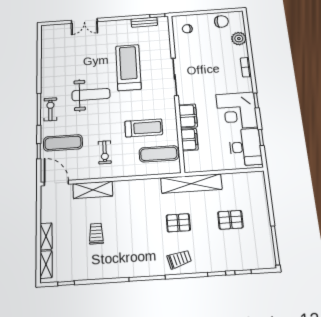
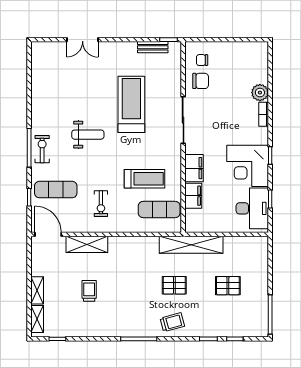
chair: (221, 21) -> (201, 81), moved
plant: (239, 39) -> (260, 93), moved
weight bench: (91, 95) -> (88, 135), width x0.73, depth x0.75

